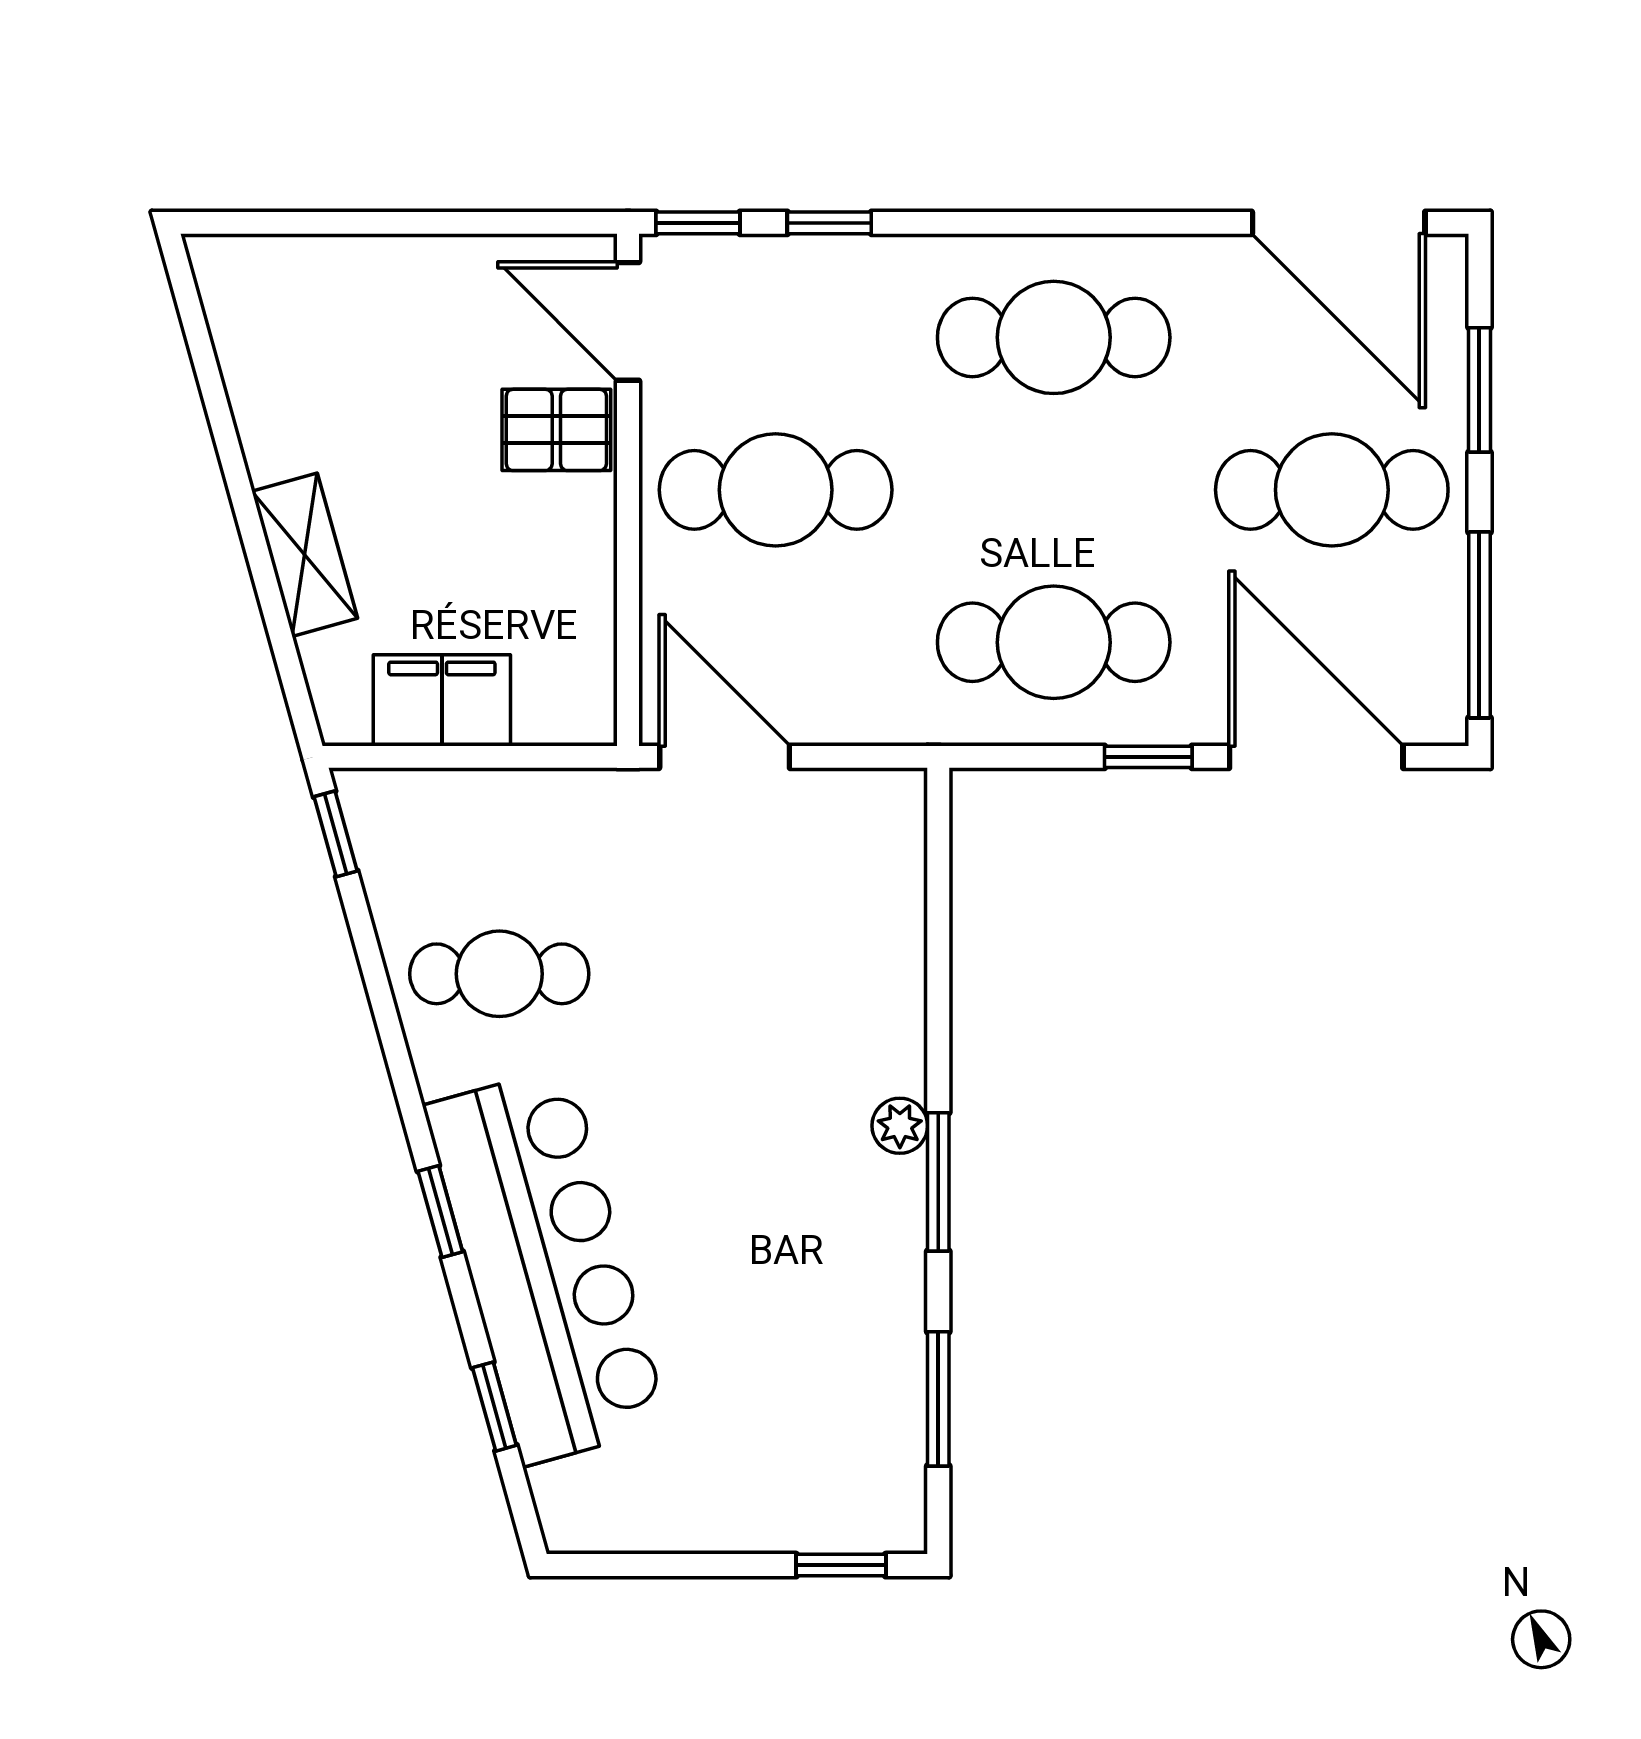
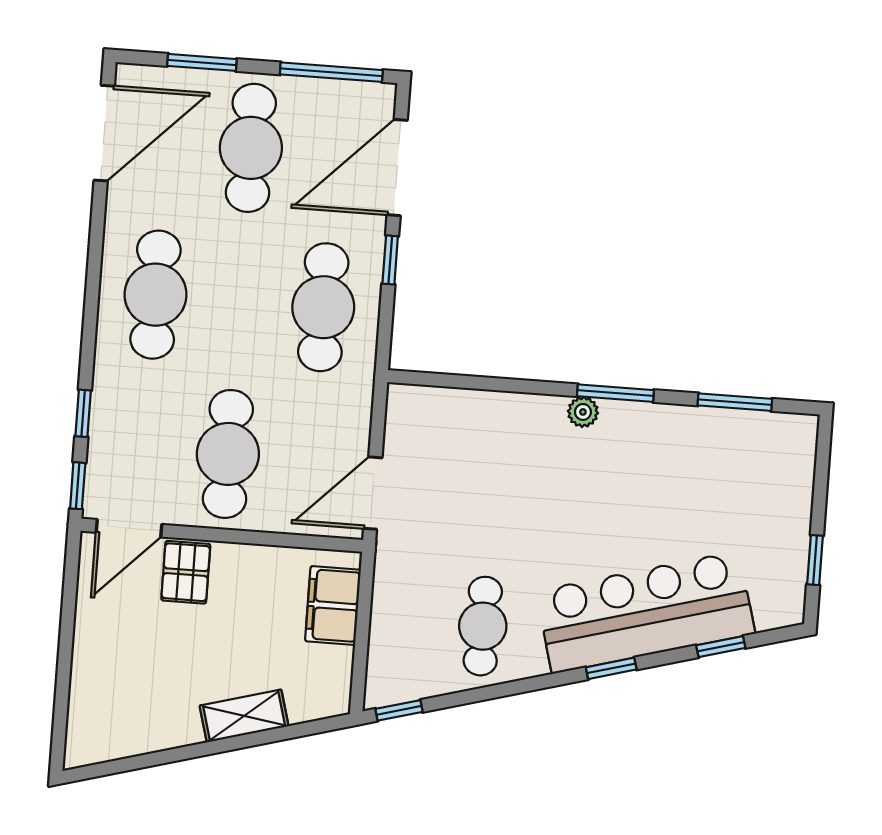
filing cabinet: (442, 700) -> (333, 605), moved
window: (841, 1565) -> (815, 560), moved

